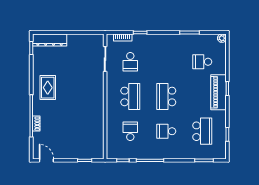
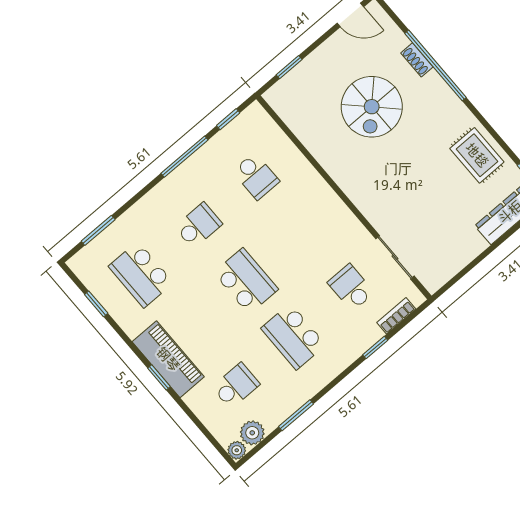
plant: (211, 40) -> (252, 433), added
rug: (48, 88) -> (477, 155), moved
school desk: (130, 96) -> (293, 337), moved
spiral stairs: (67, 121) -> (372, 107), added

